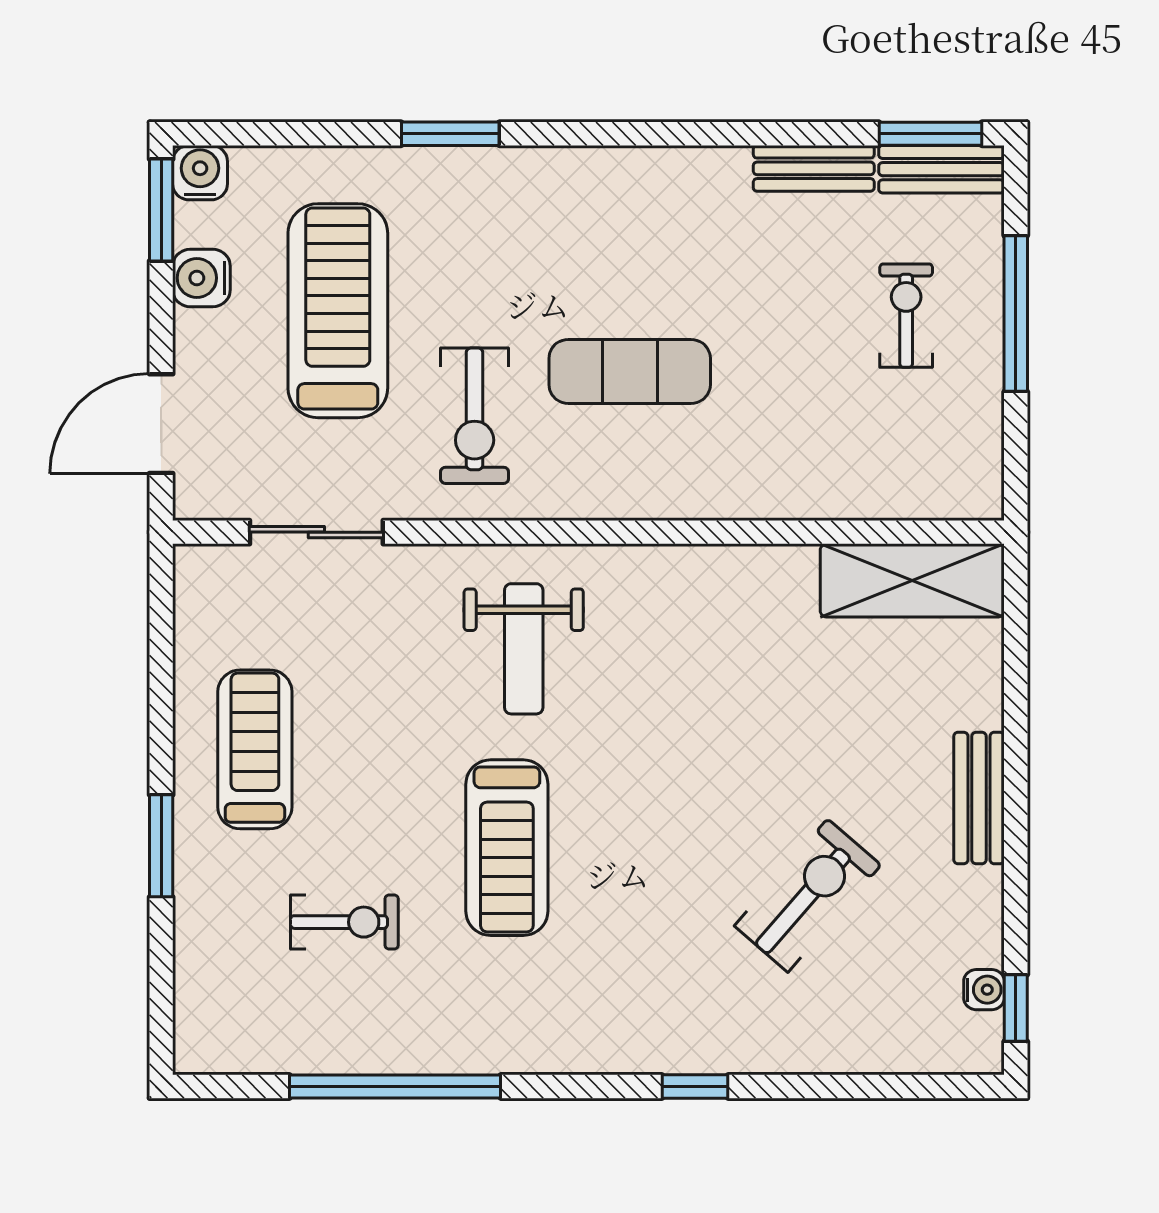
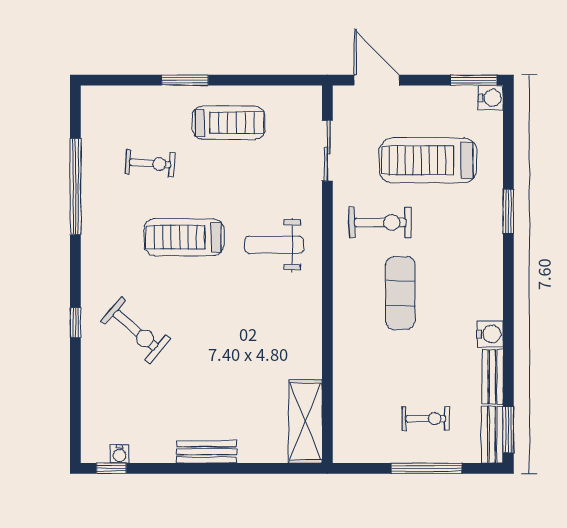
water cooler: (201, 278) -> (490, 334), moved, turned 90
treadmill: (338, 311) -> (428, 160), turned 180
exercise bike: (475, 416) -> (380, 223), turned 180
exercise bike: (808, 895) -> (136, 330), moved
exercise bike: (344, 922) -> (150, 163), turned -86

